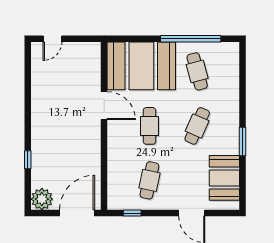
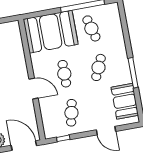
door: (104, 106) -> (33, 89), moved
window: (243, 142) -> (133, 73), width x1.44
door: (77, 213) -> (24, 146), hinge flipped

